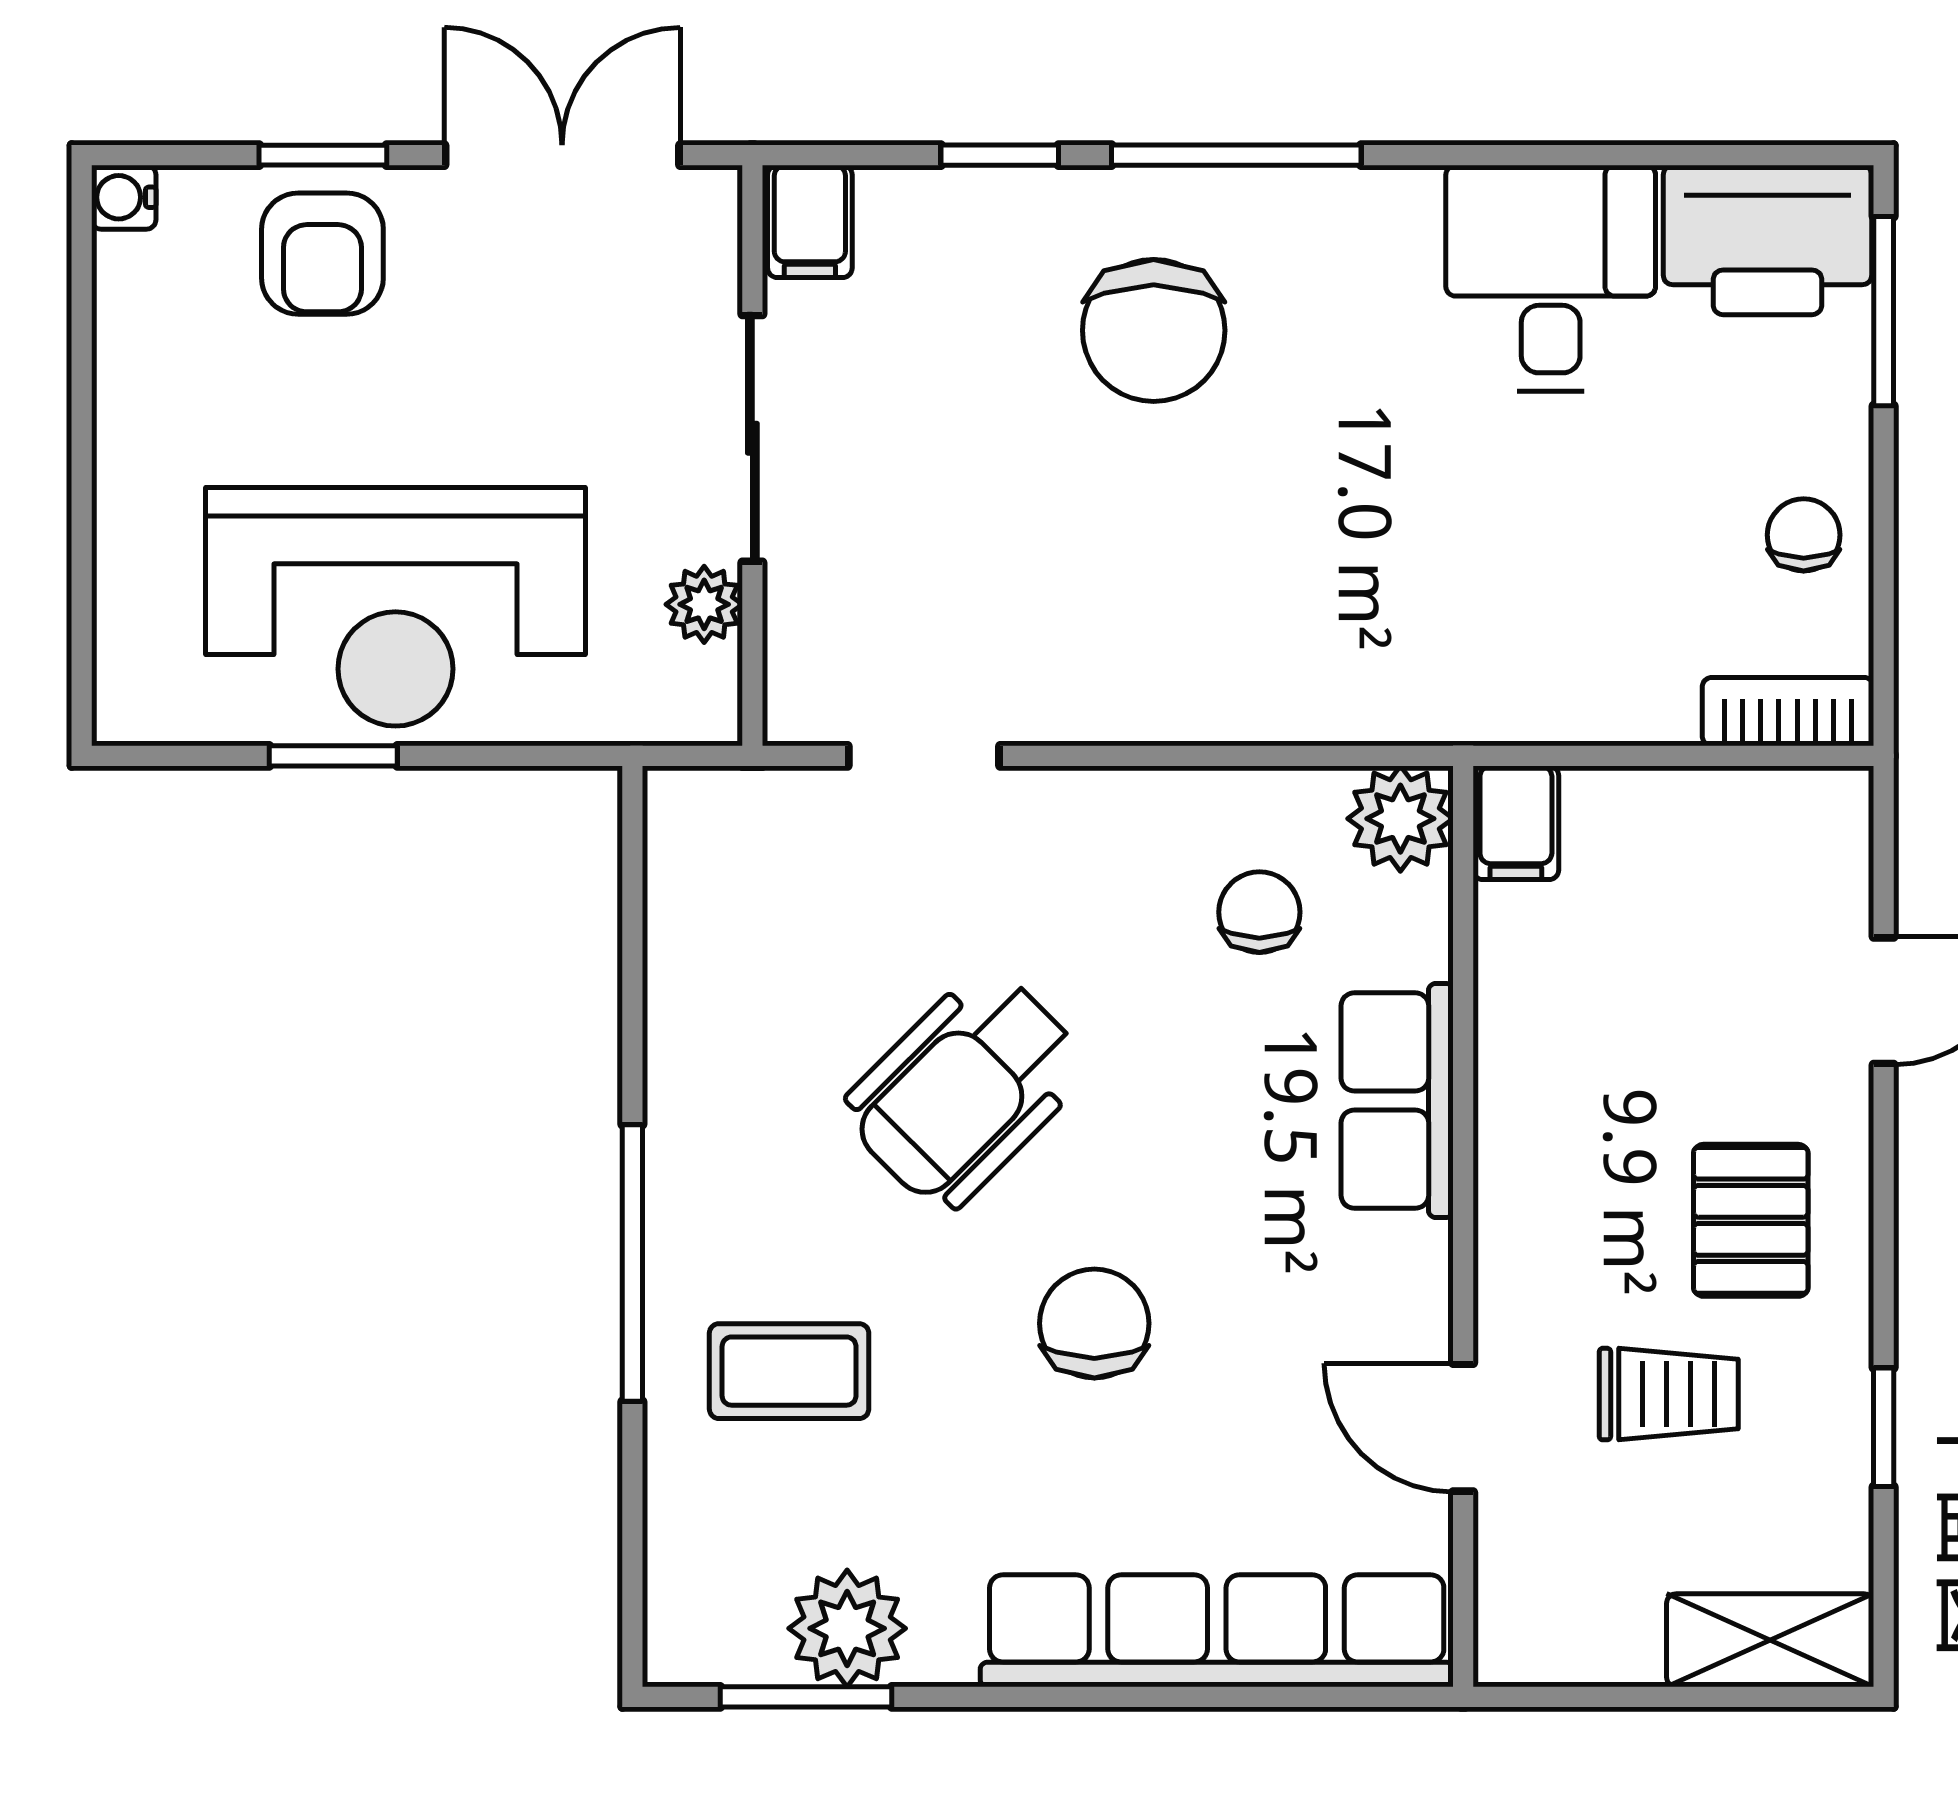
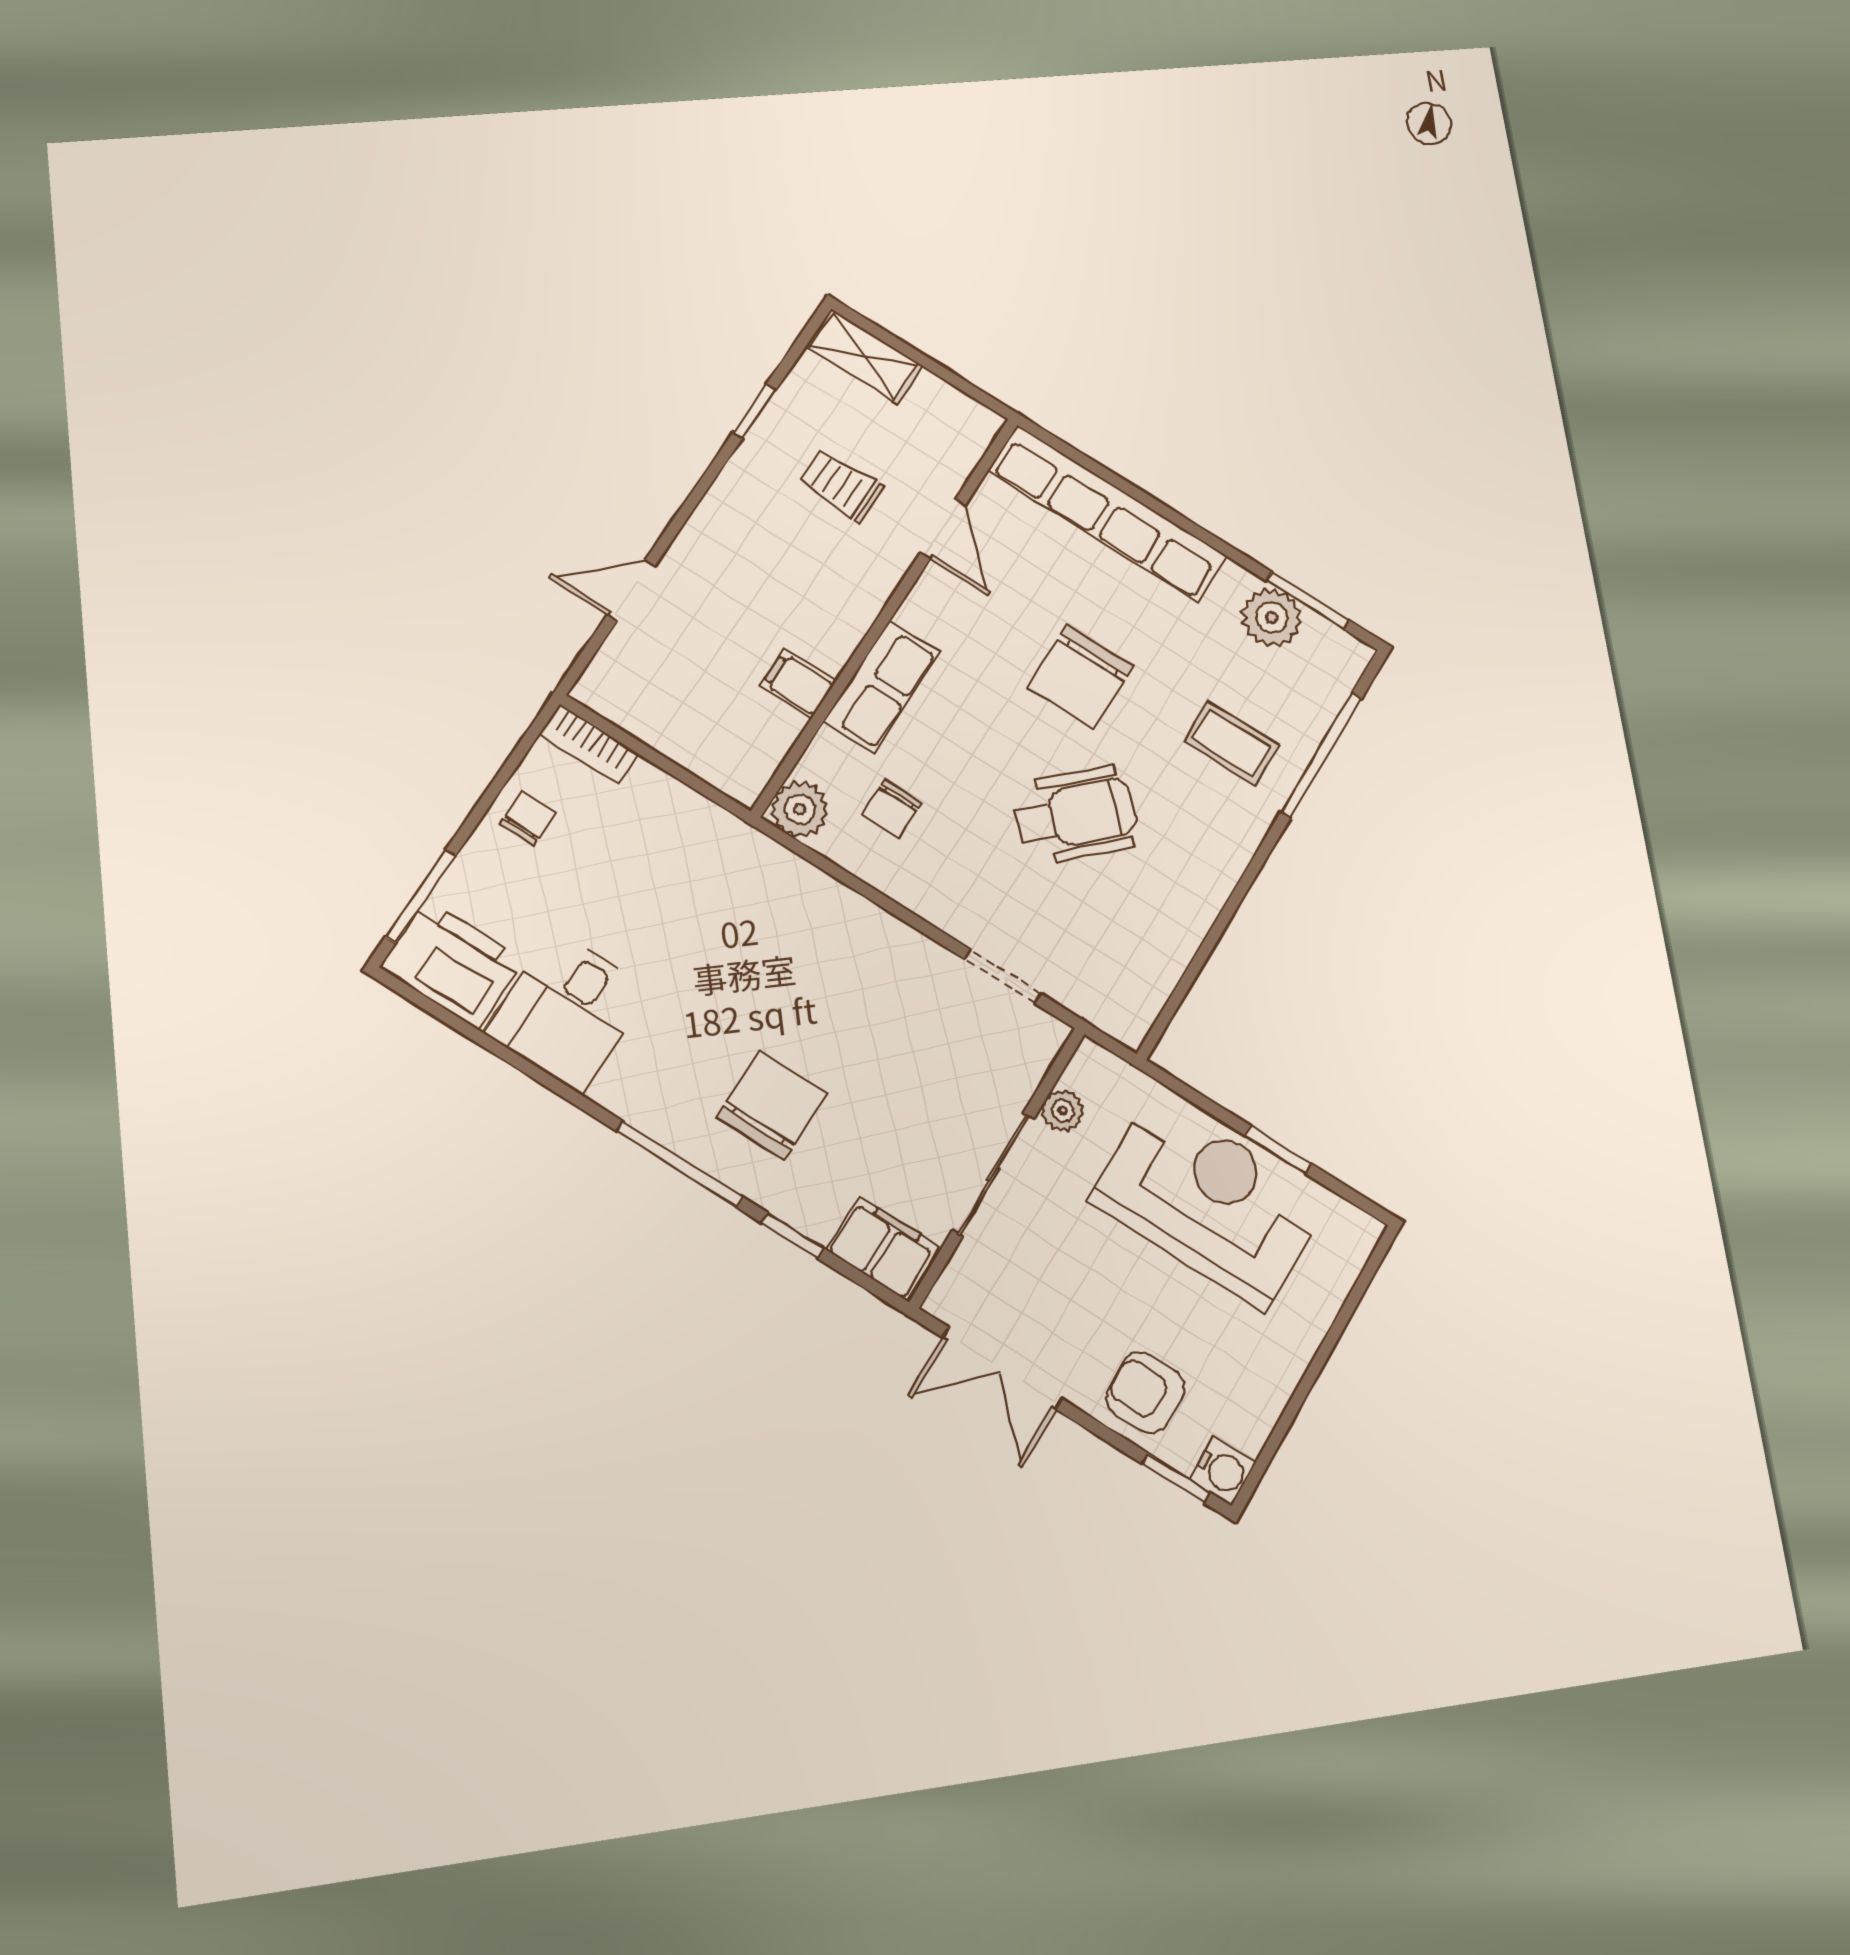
window: (323, 155) -> (1176, 1478), moved
water cooler: (124, 197) -> (1222, 1471), width x1.38, depth x1.38
filing cabinet: (810, 221) -> (883, 1248), width x2.00
armchair: (322, 254) -> (1145, 1393), turned -90
chair: (1804, 535) -> (528, 818), turned 180
filing cabinet: (1516, 823) -> (798, 684), moved, turned -90
pallet: (1751, 1220) -> (755, 535), removed
window: (632, 1263) -> (1321, 755), moved
chair: (1094, 1323) -> (1081, 677), width x1.37, depth x1.37

